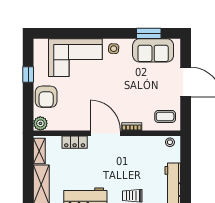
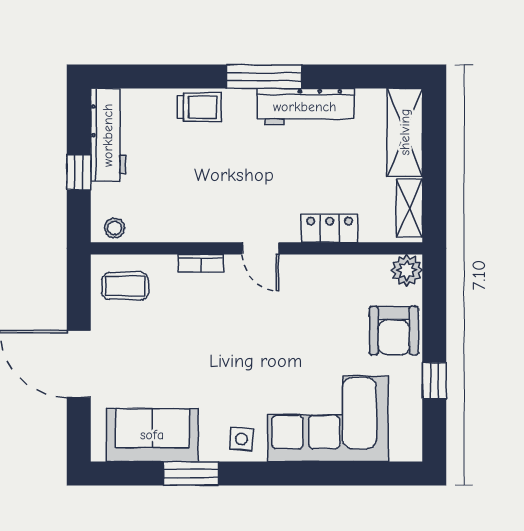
window: (149, 33) -> (191, 474), moved
armchair: (46, 97) -> (394, 330), turned 180
door: (105, 133) -> (260, 248), width x0.53
window: (186, 167) -> (79, 172), added

